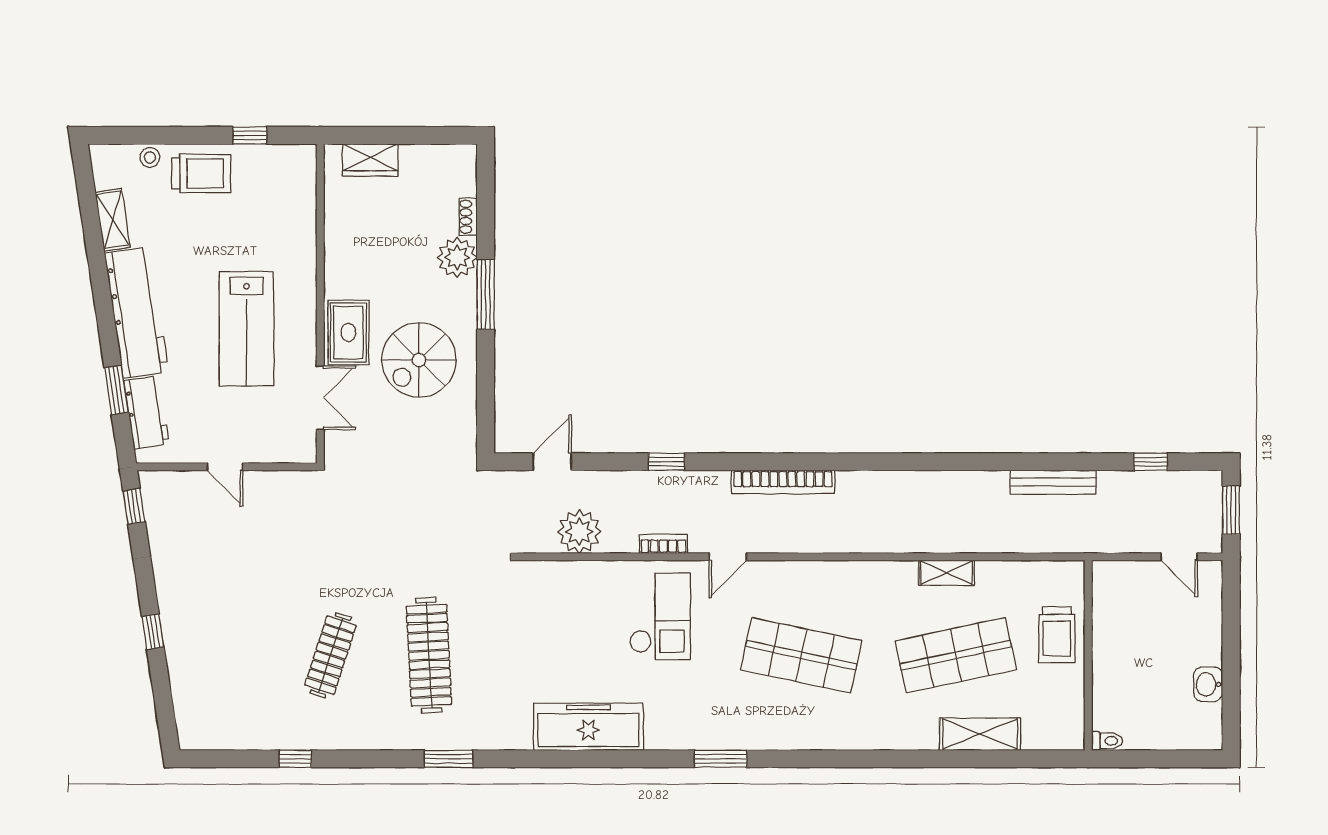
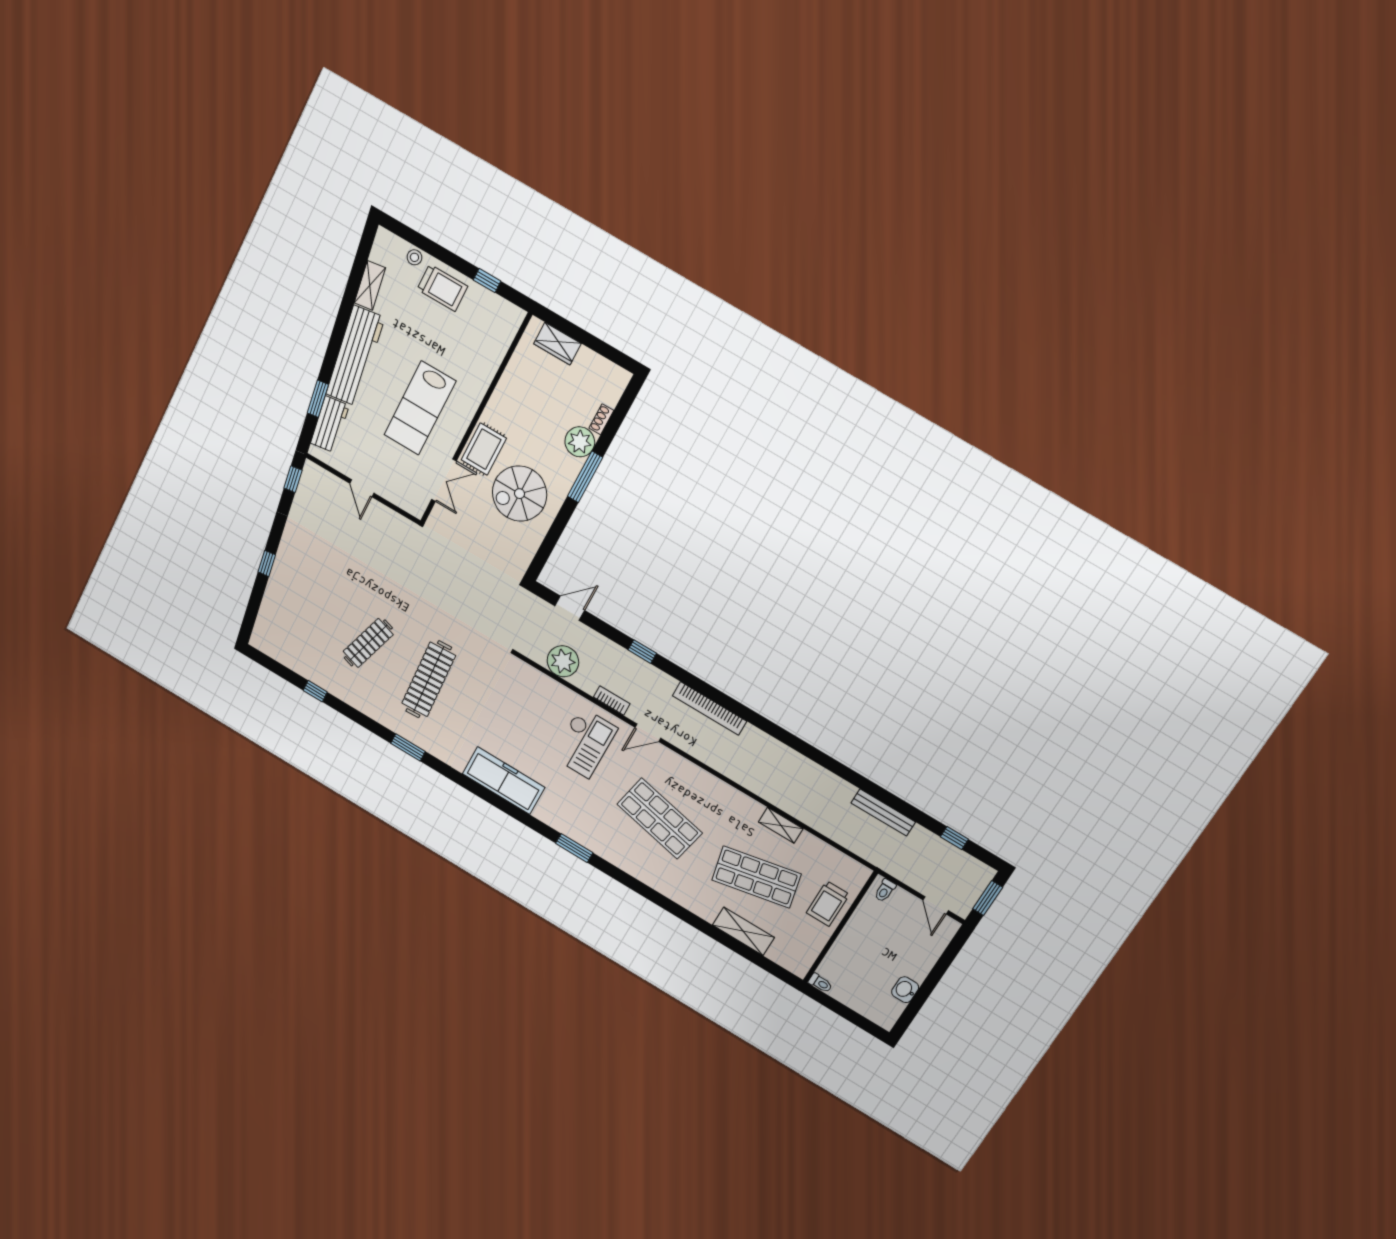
toilet: (1112, 576) -> (885, 890), added

